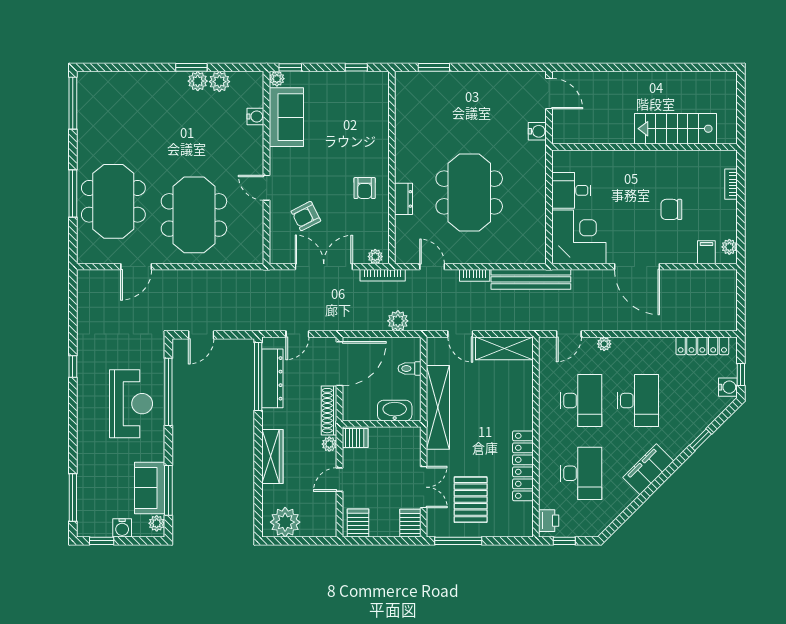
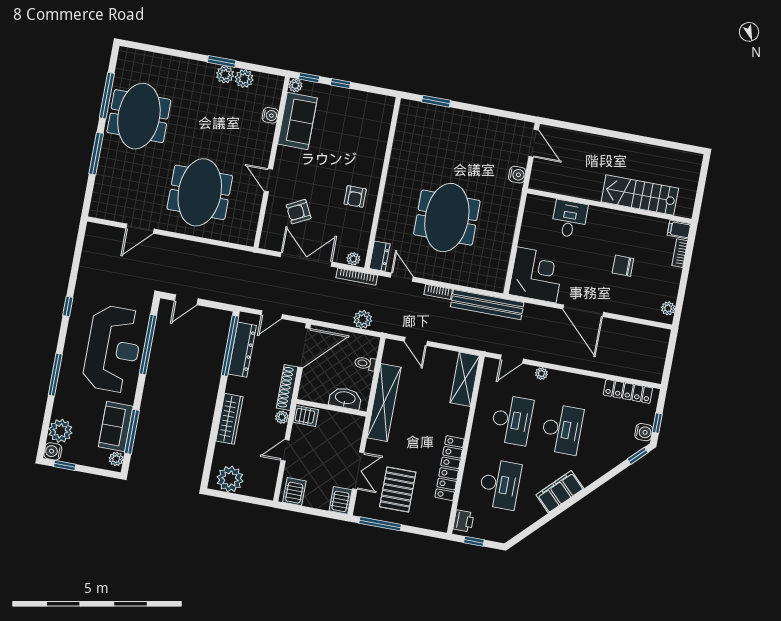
window: (356, 67) -> (340, 83), moved
window: (73, 103) -> (107, 96), moved
desk: (571, 190) -> (569, 219), moved, turned 90
dresser: (404, 199) -> (380, 256), moved
meeting table: (113, 201) -> (139, 116), moved
filing cabinet: (706, 252) -> (679, 230), moved, turned -90
shelving: (504, 348) -> (465, 379), moved, turned 90
reception desk: (131, 404) -> (113, 349), width x1.36, depth x1.30
window: (701, 440) -> (638, 456), moved
window: (73, 498) -> (55, 375), moved
plant: (90, 504) -> (60, 431), added
water cooler: (122, 528) -> (53, 451), moved, turned 90

